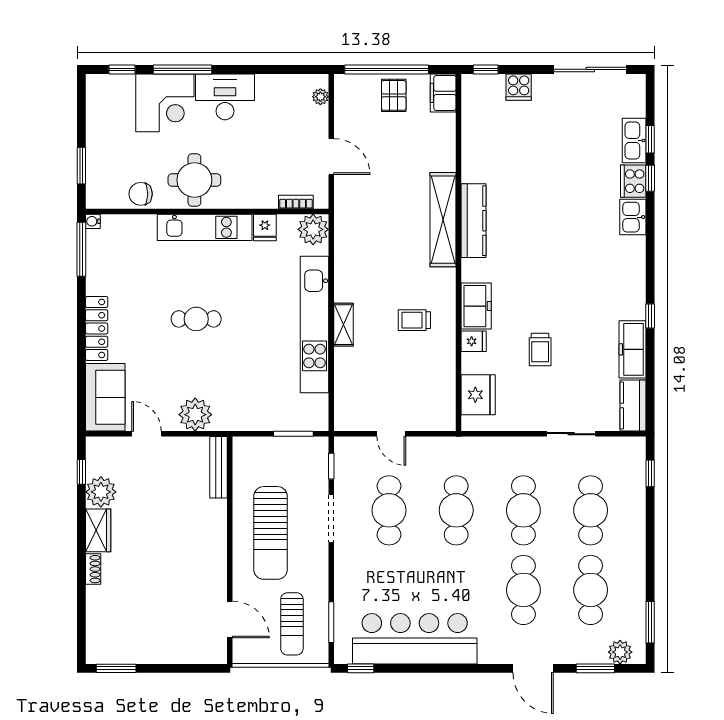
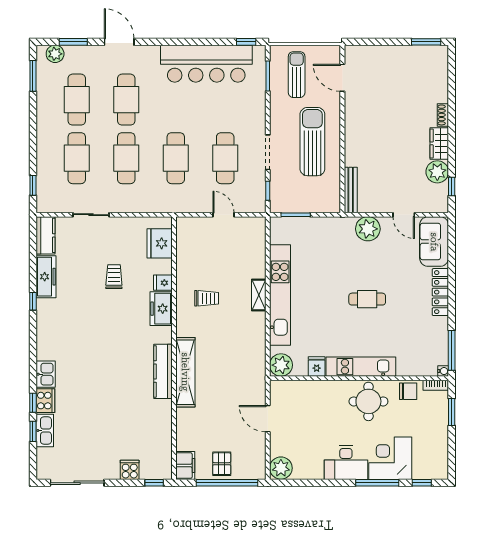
plant: (320, 97) -> (281, 468), width x1.87, depth x1.87
bookcase: (296, 202) -> (436, 385), moved

